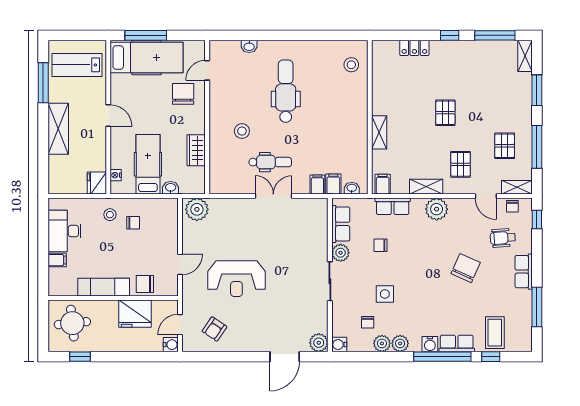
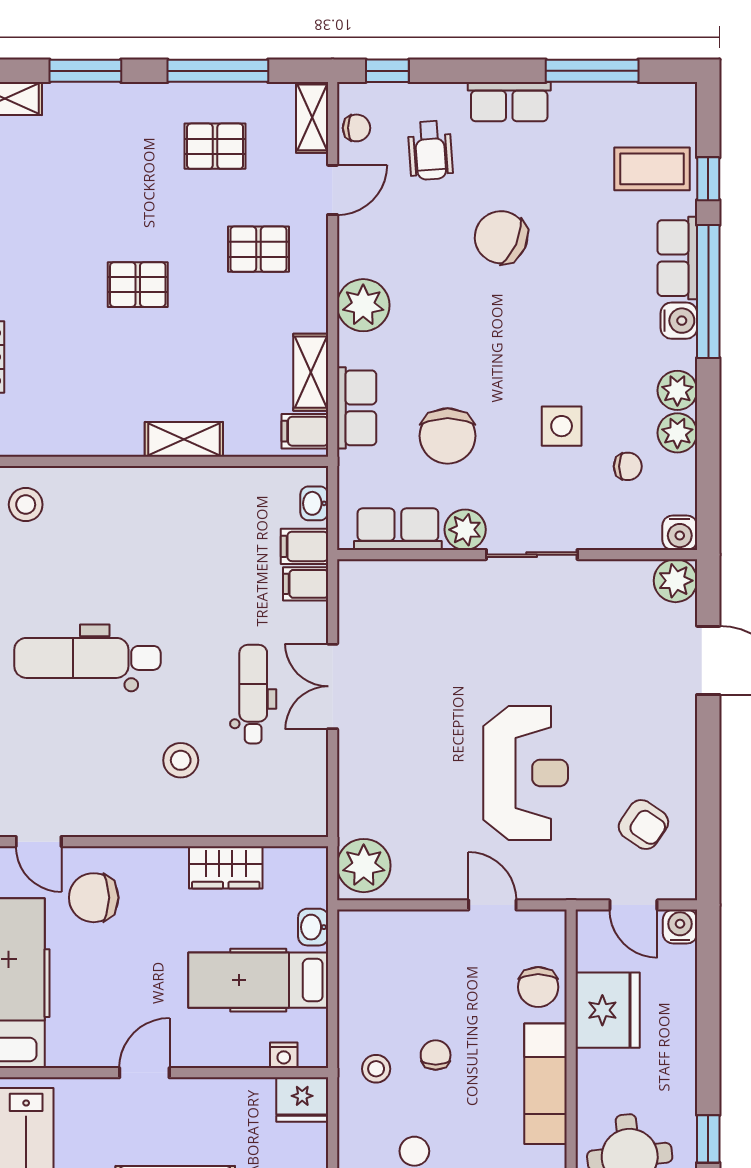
shelving: (426, 187) -> (311, 372), moved
chair: (133, 223) -> (436, 1055), moved
chair: (381, 245) -> (448, 436), width x1.87, depth x1.87

